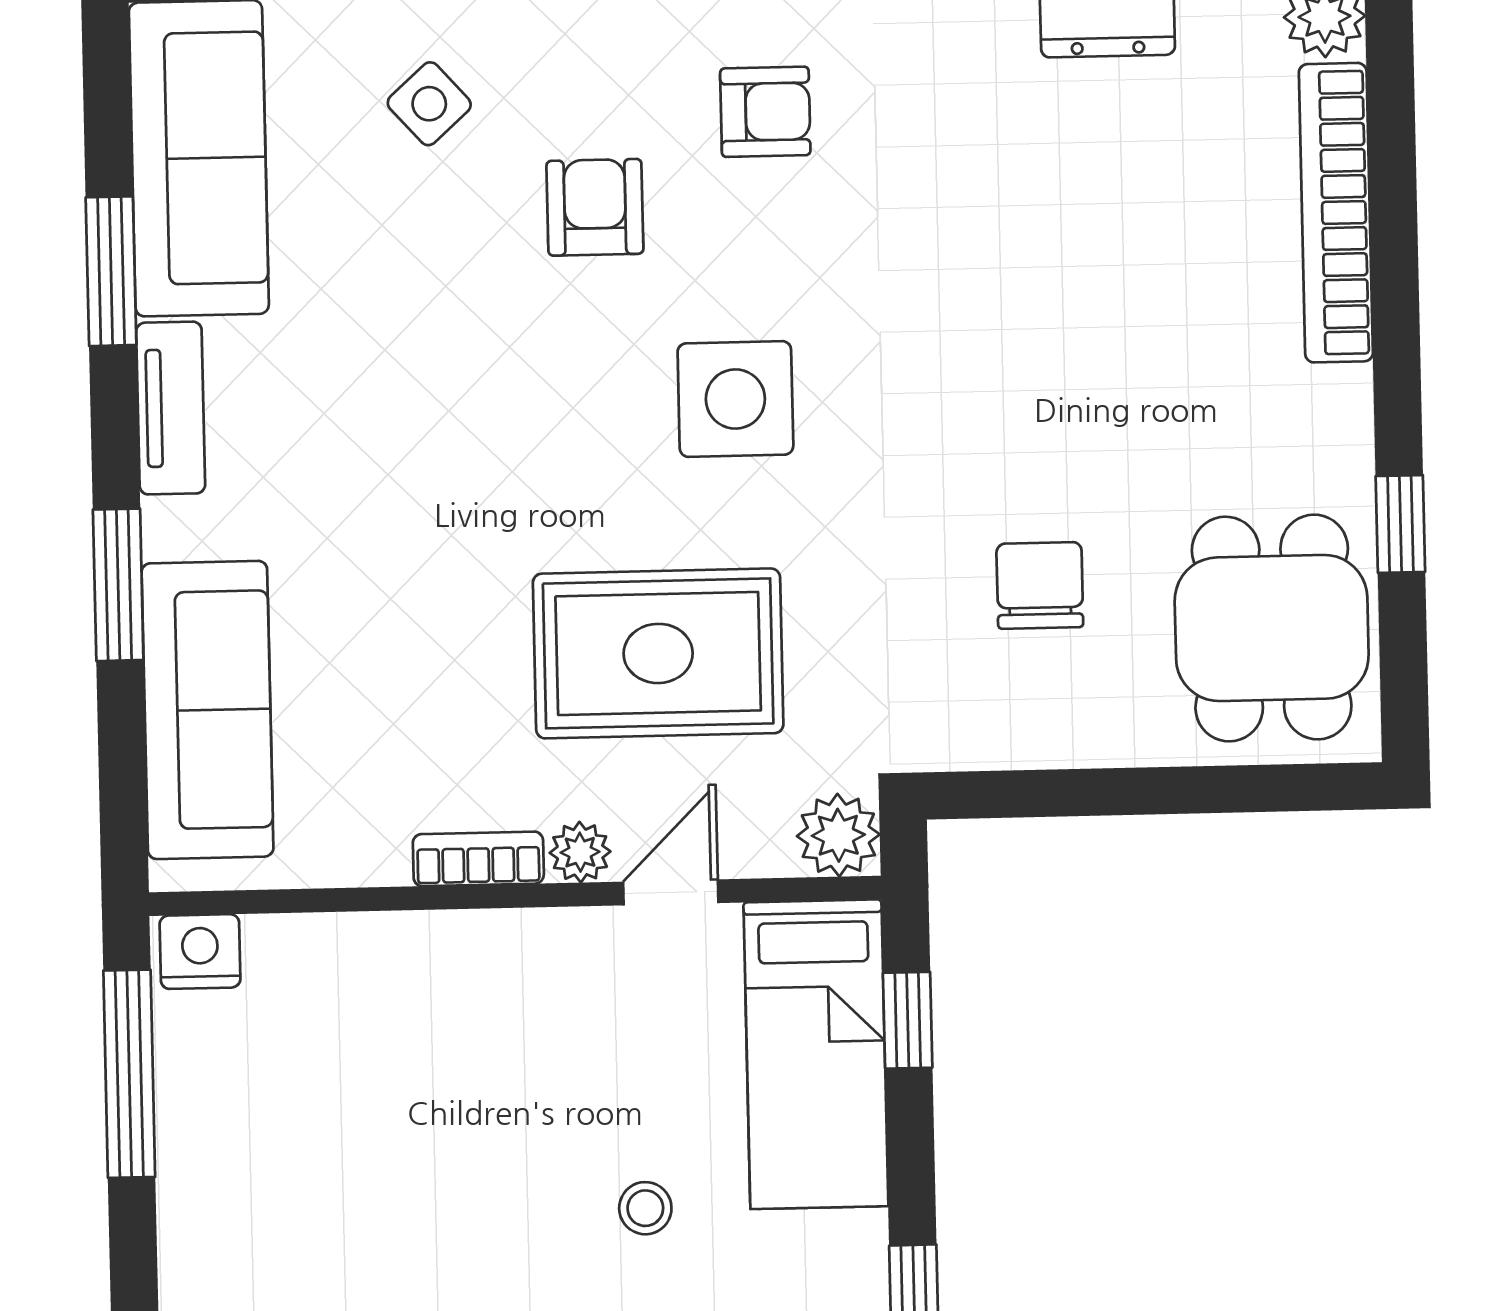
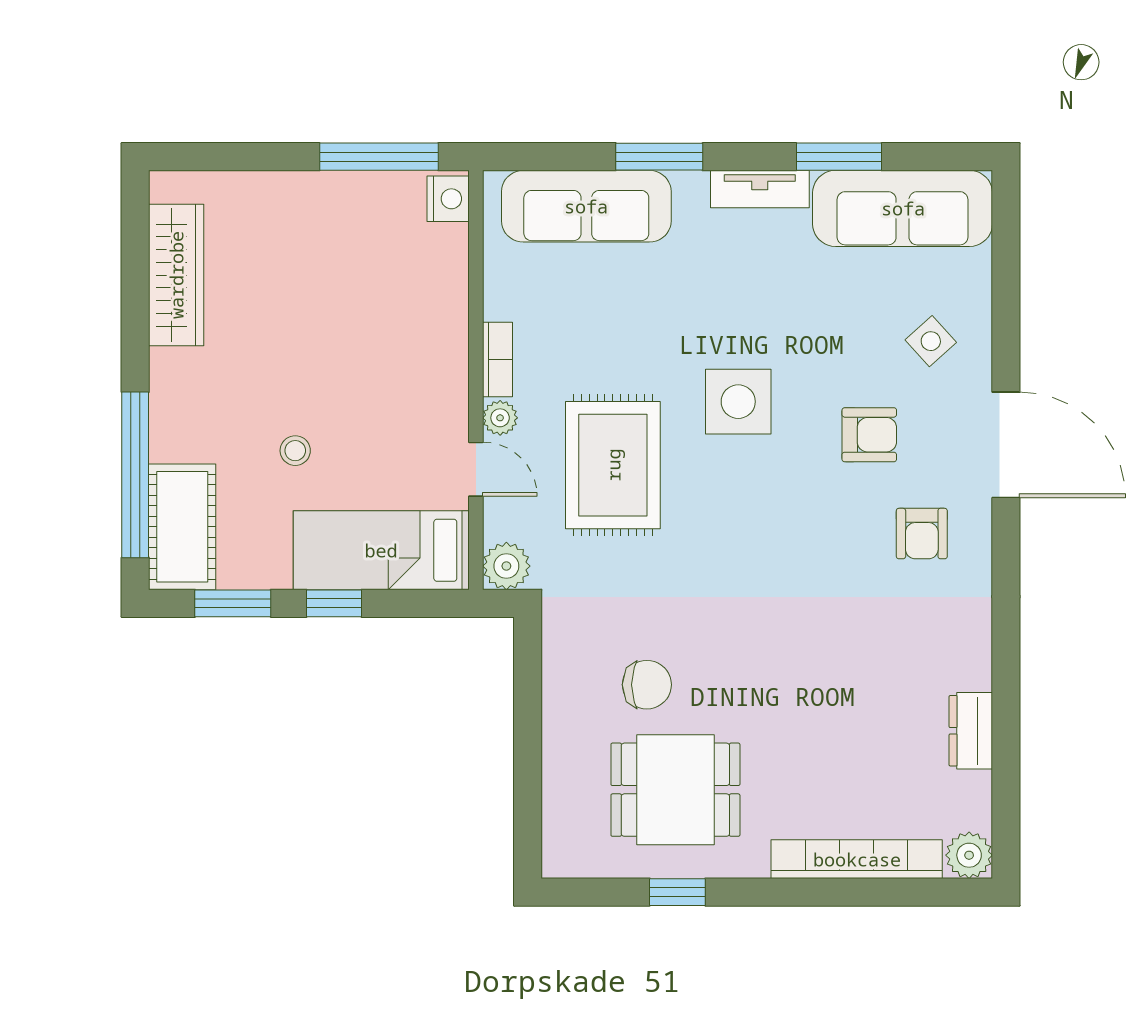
side table: (735, 399) -> (738, 402), moved
dining table: (1272, 628) -> (675, 790), moved
window: (908, 1020) -> (334, 603), moved

